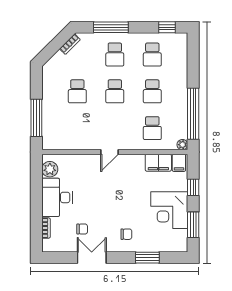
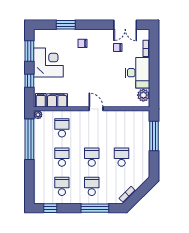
door: (109, 152) -> (96, 109), hinge flipped
double door: (92, 258) -> (125, 25), moved

